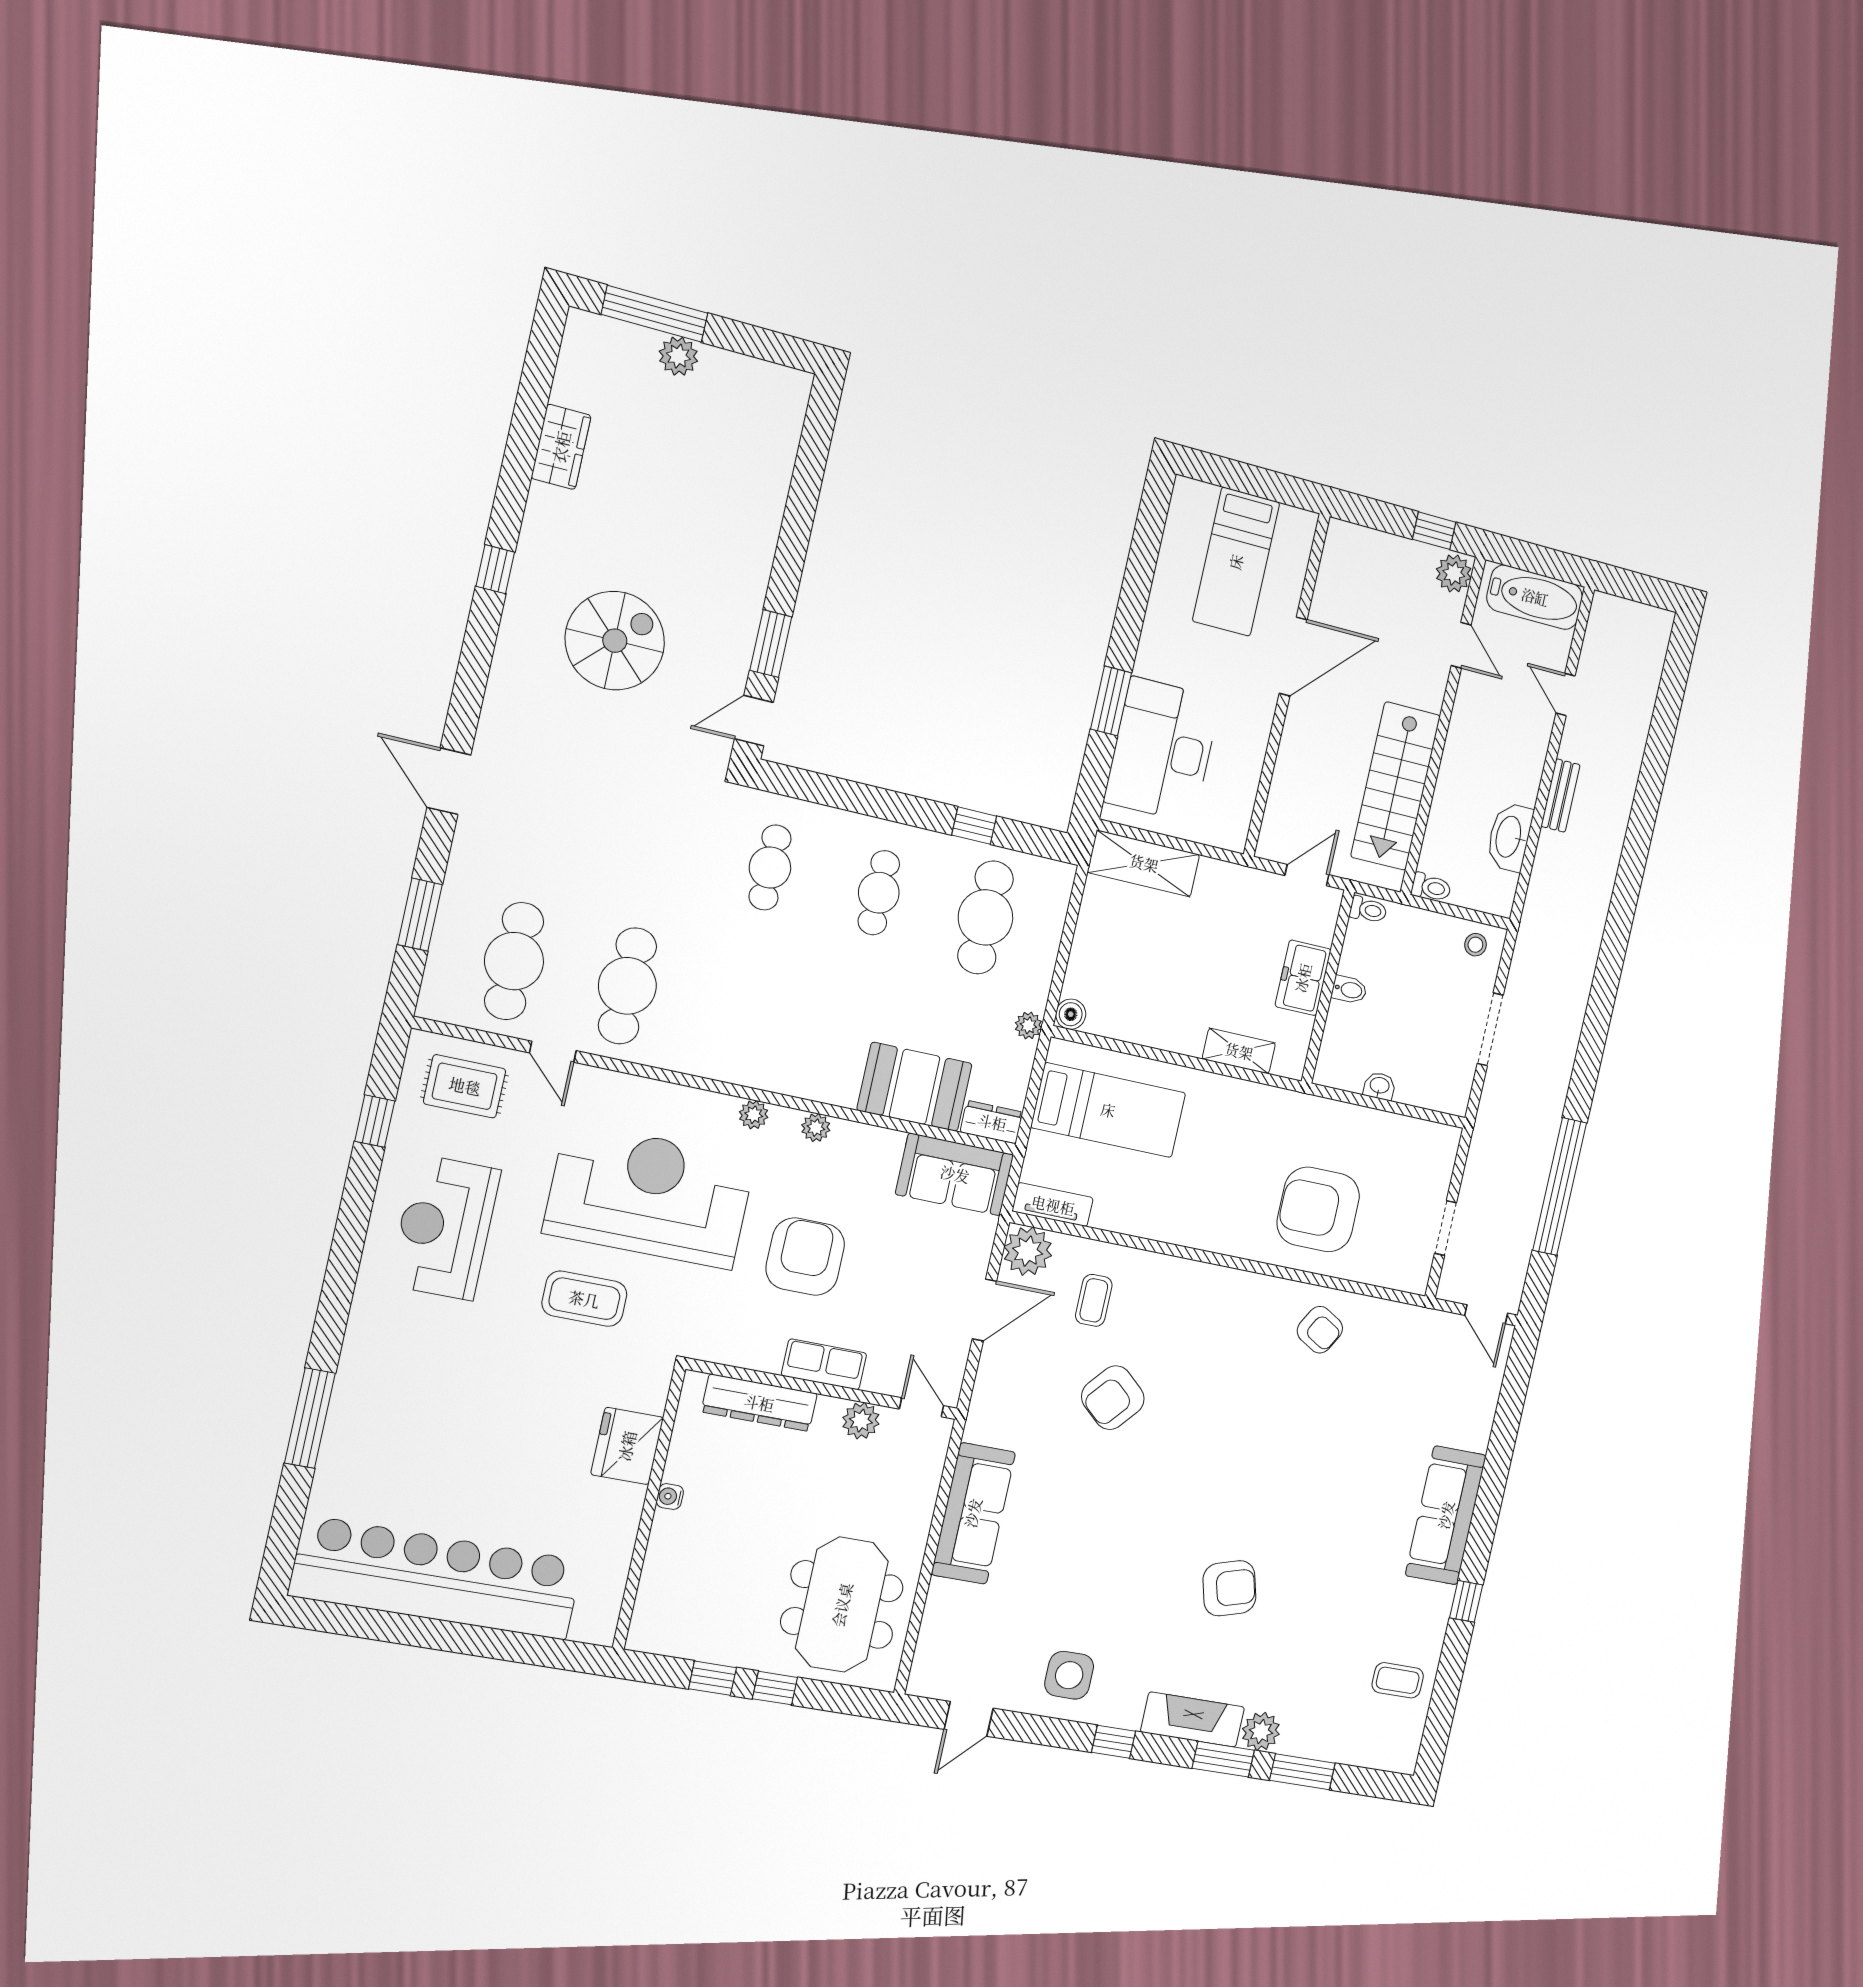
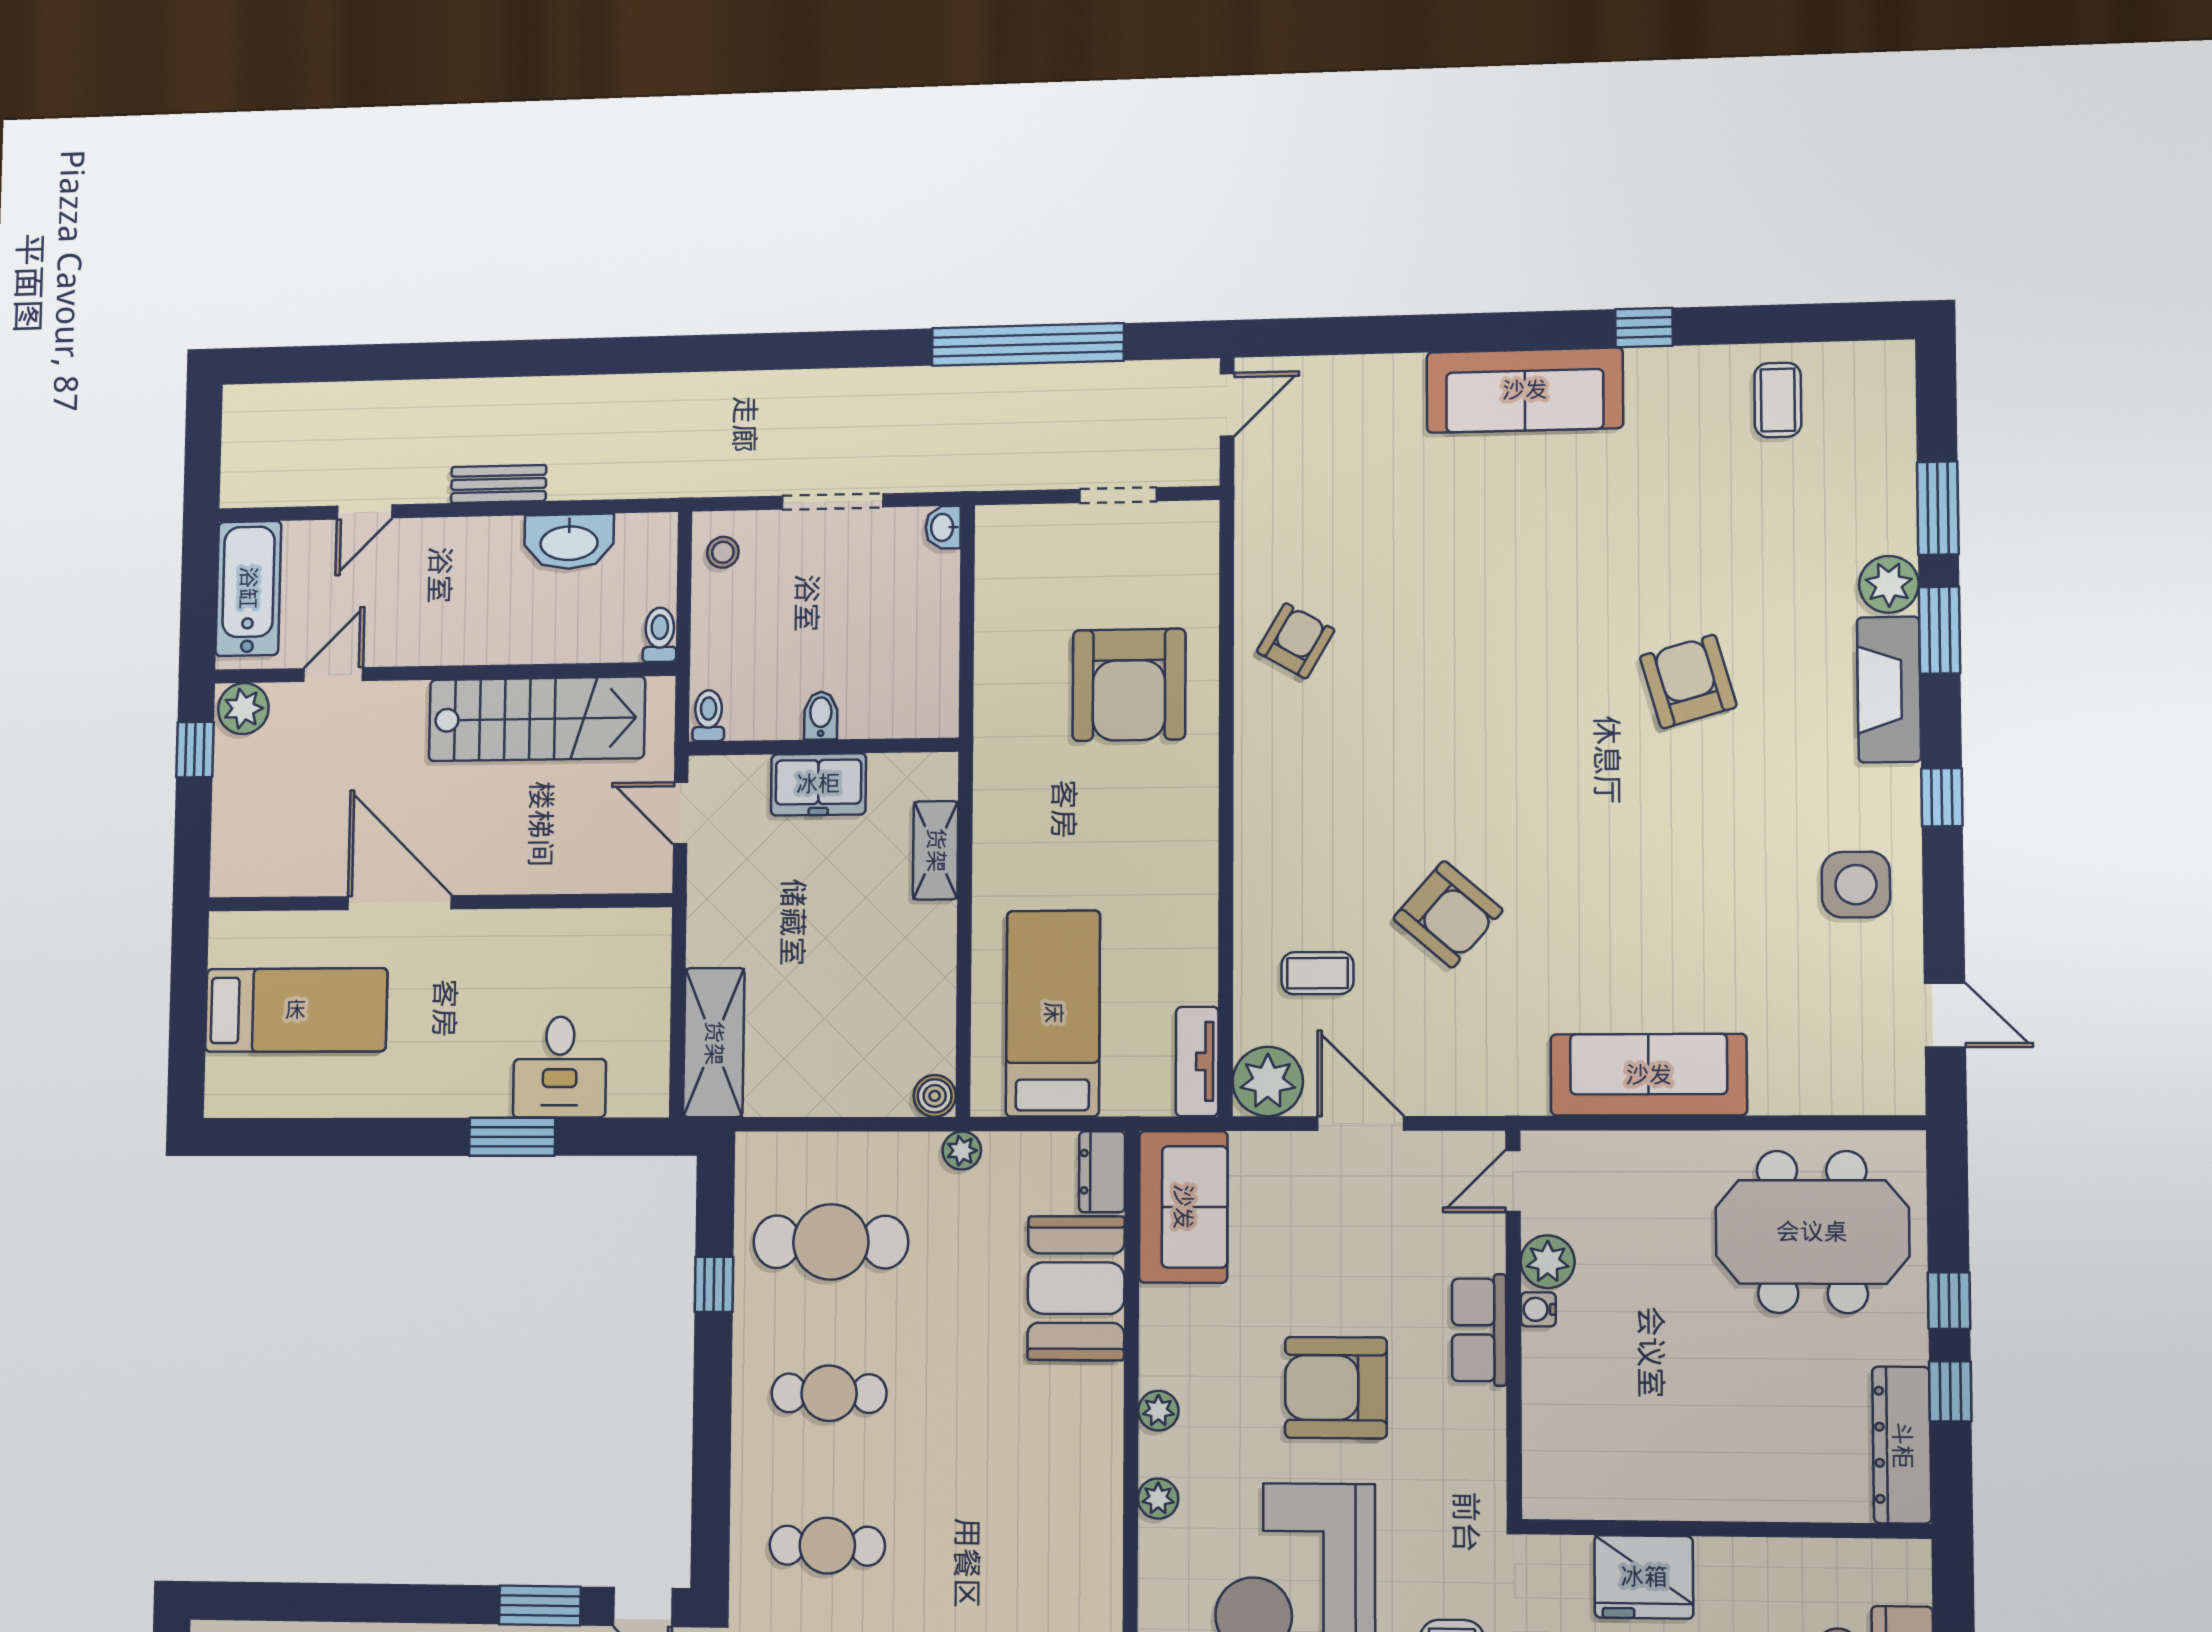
desk: (1162, 750) -> (560, 1067), width x0.53, depth x0.77
washbasin: (1379, 1086) -> (943, 527), moved
dresser: (759, 1403) -> (1902, 1445), moved, turned 180
water cooler: (670, 1497) -> (1538, 1309), moved, turned 90

